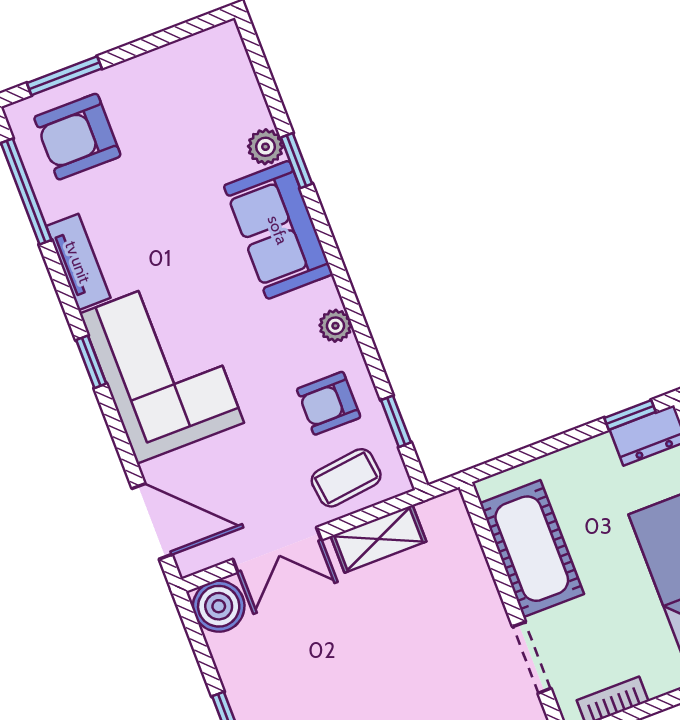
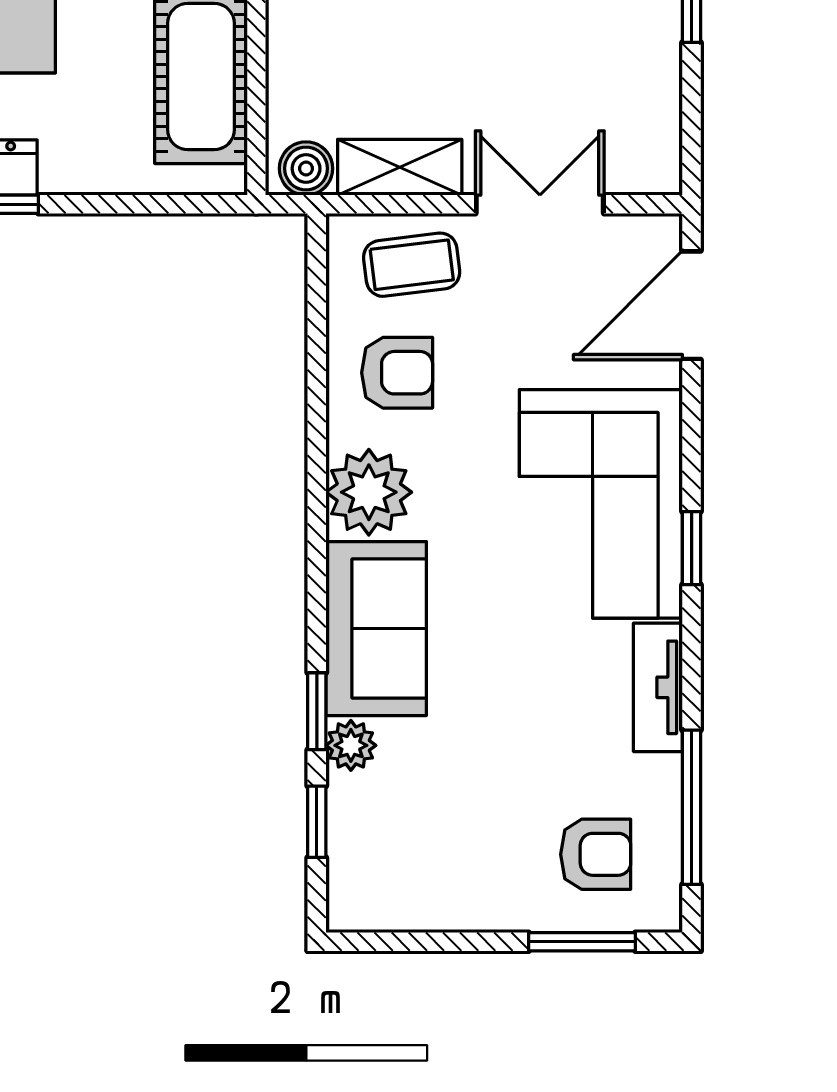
armchair: (77, 137) -> (596, 854), width x0.72, depth x0.72
plant: (335, 326) -> (369, 492), width x1.88, depth x1.88
window: (396, 421) -> (317, 822), moved
door: (152, 521) -> (692, 305), hinge flipped
boiler: (219, 606) -> (306, 168), moved, width x0.73, depth x0.73

